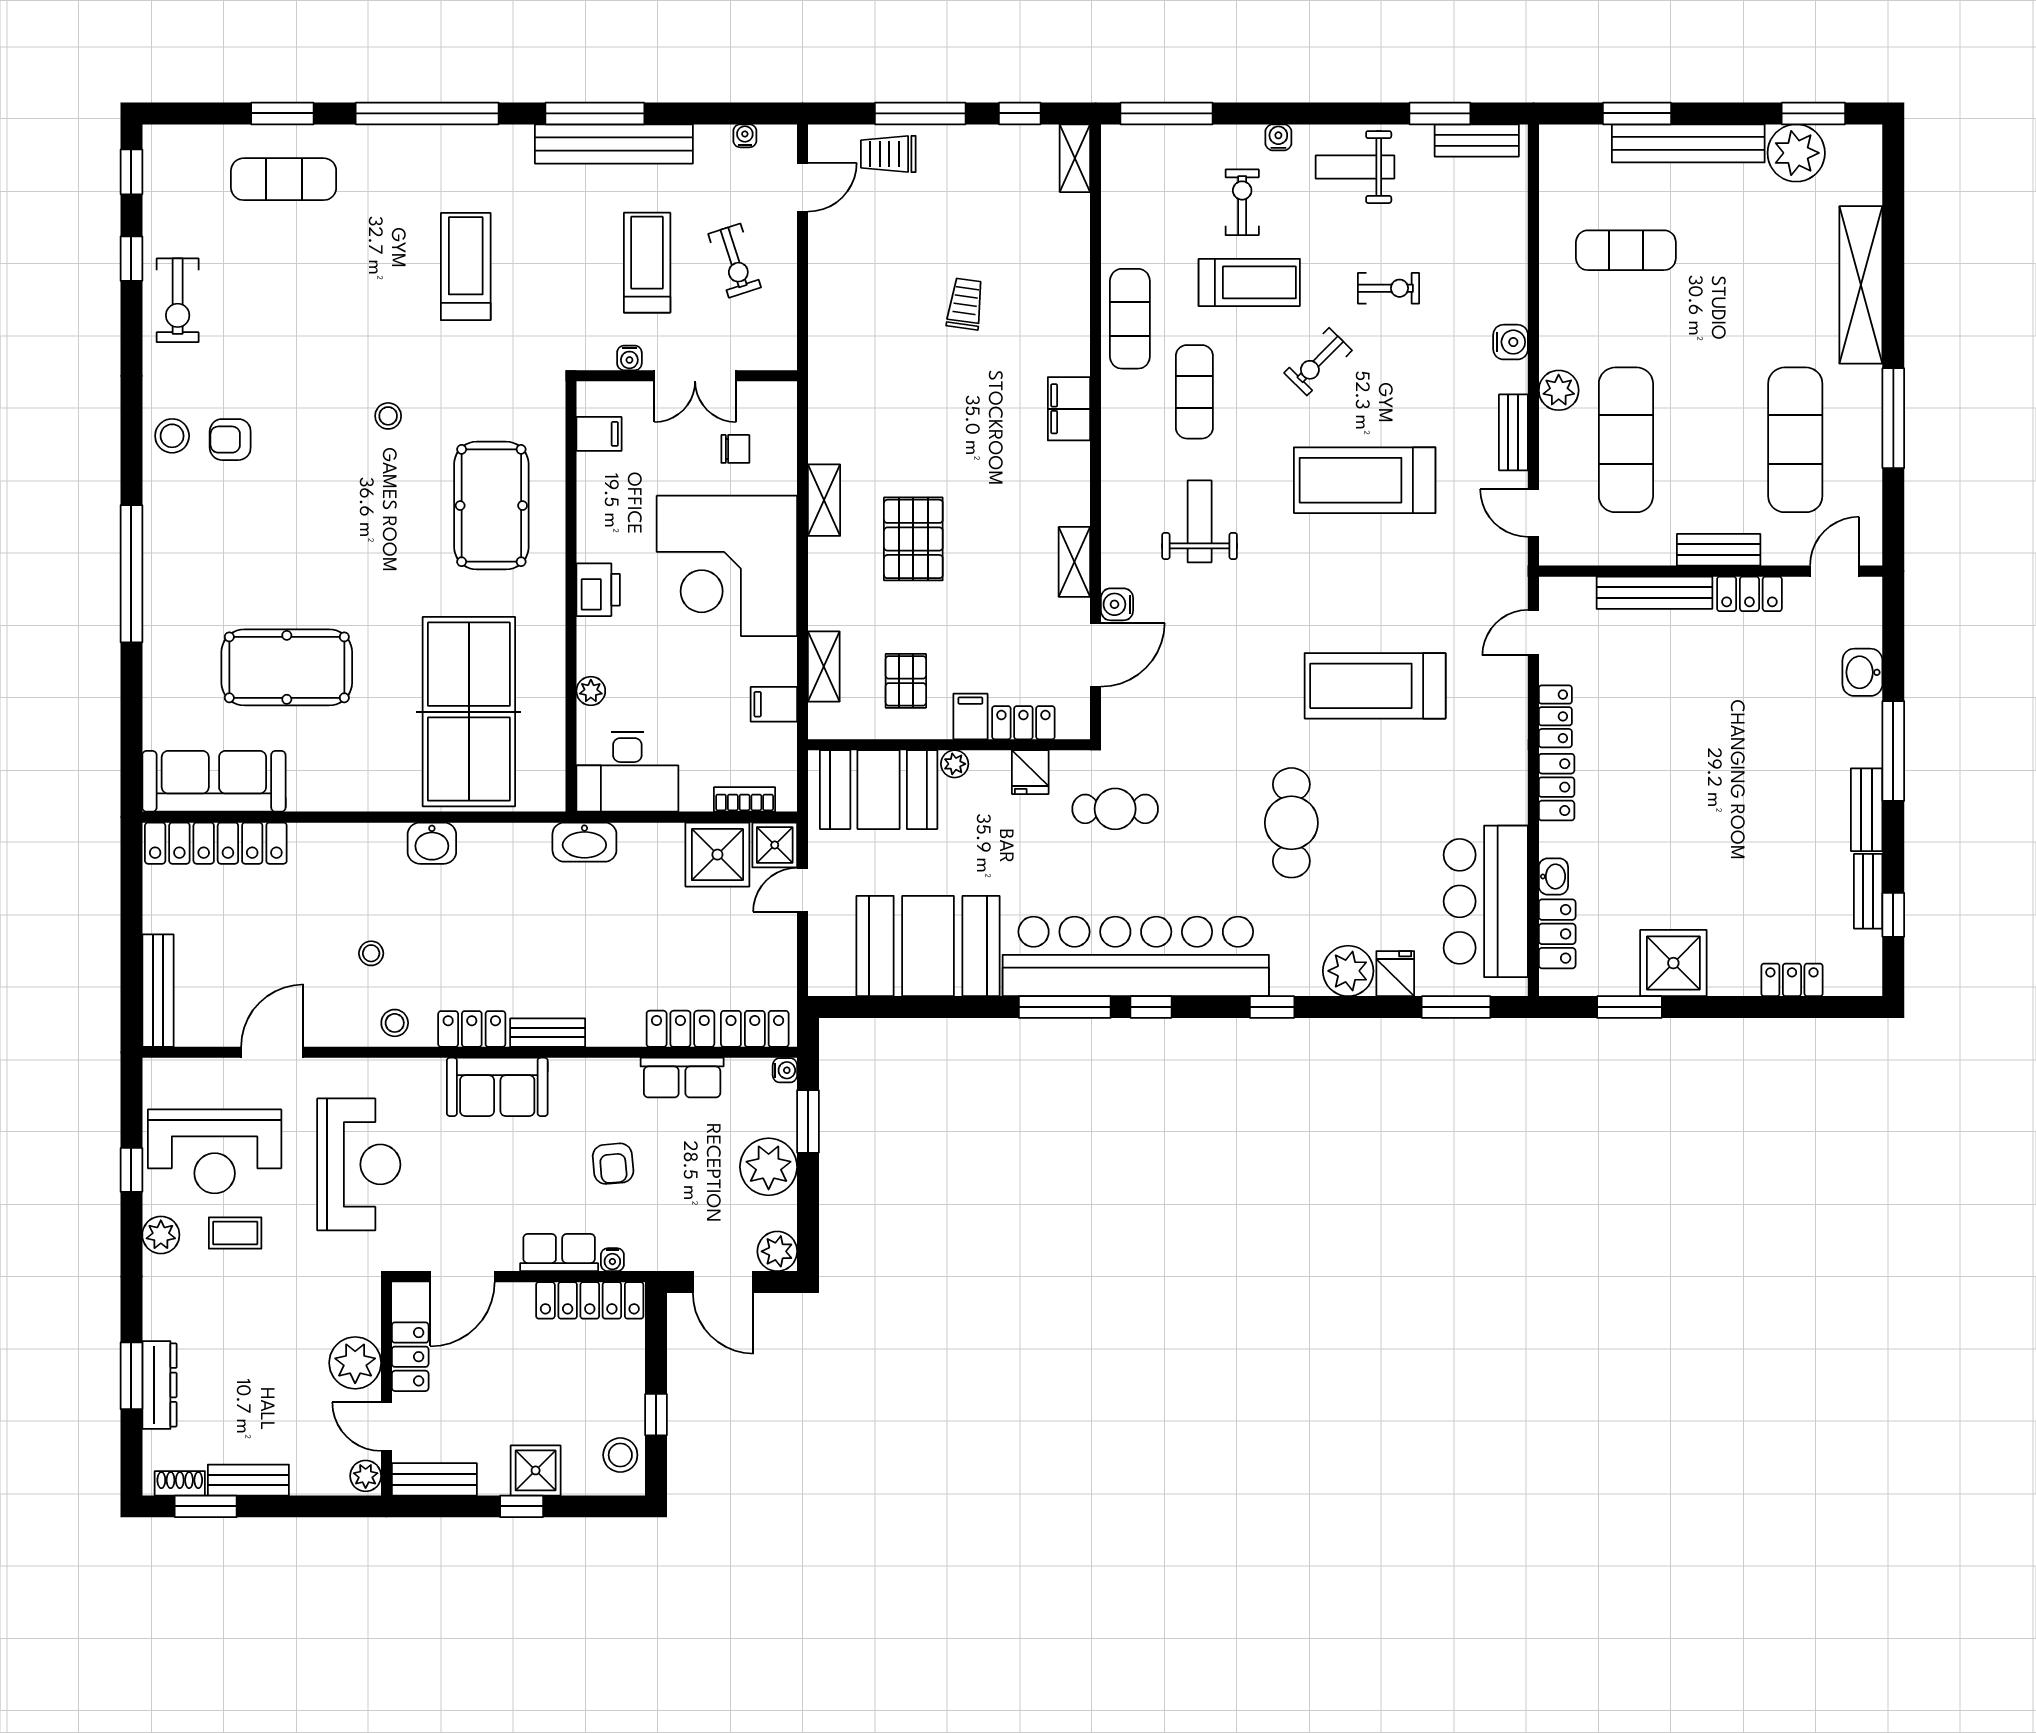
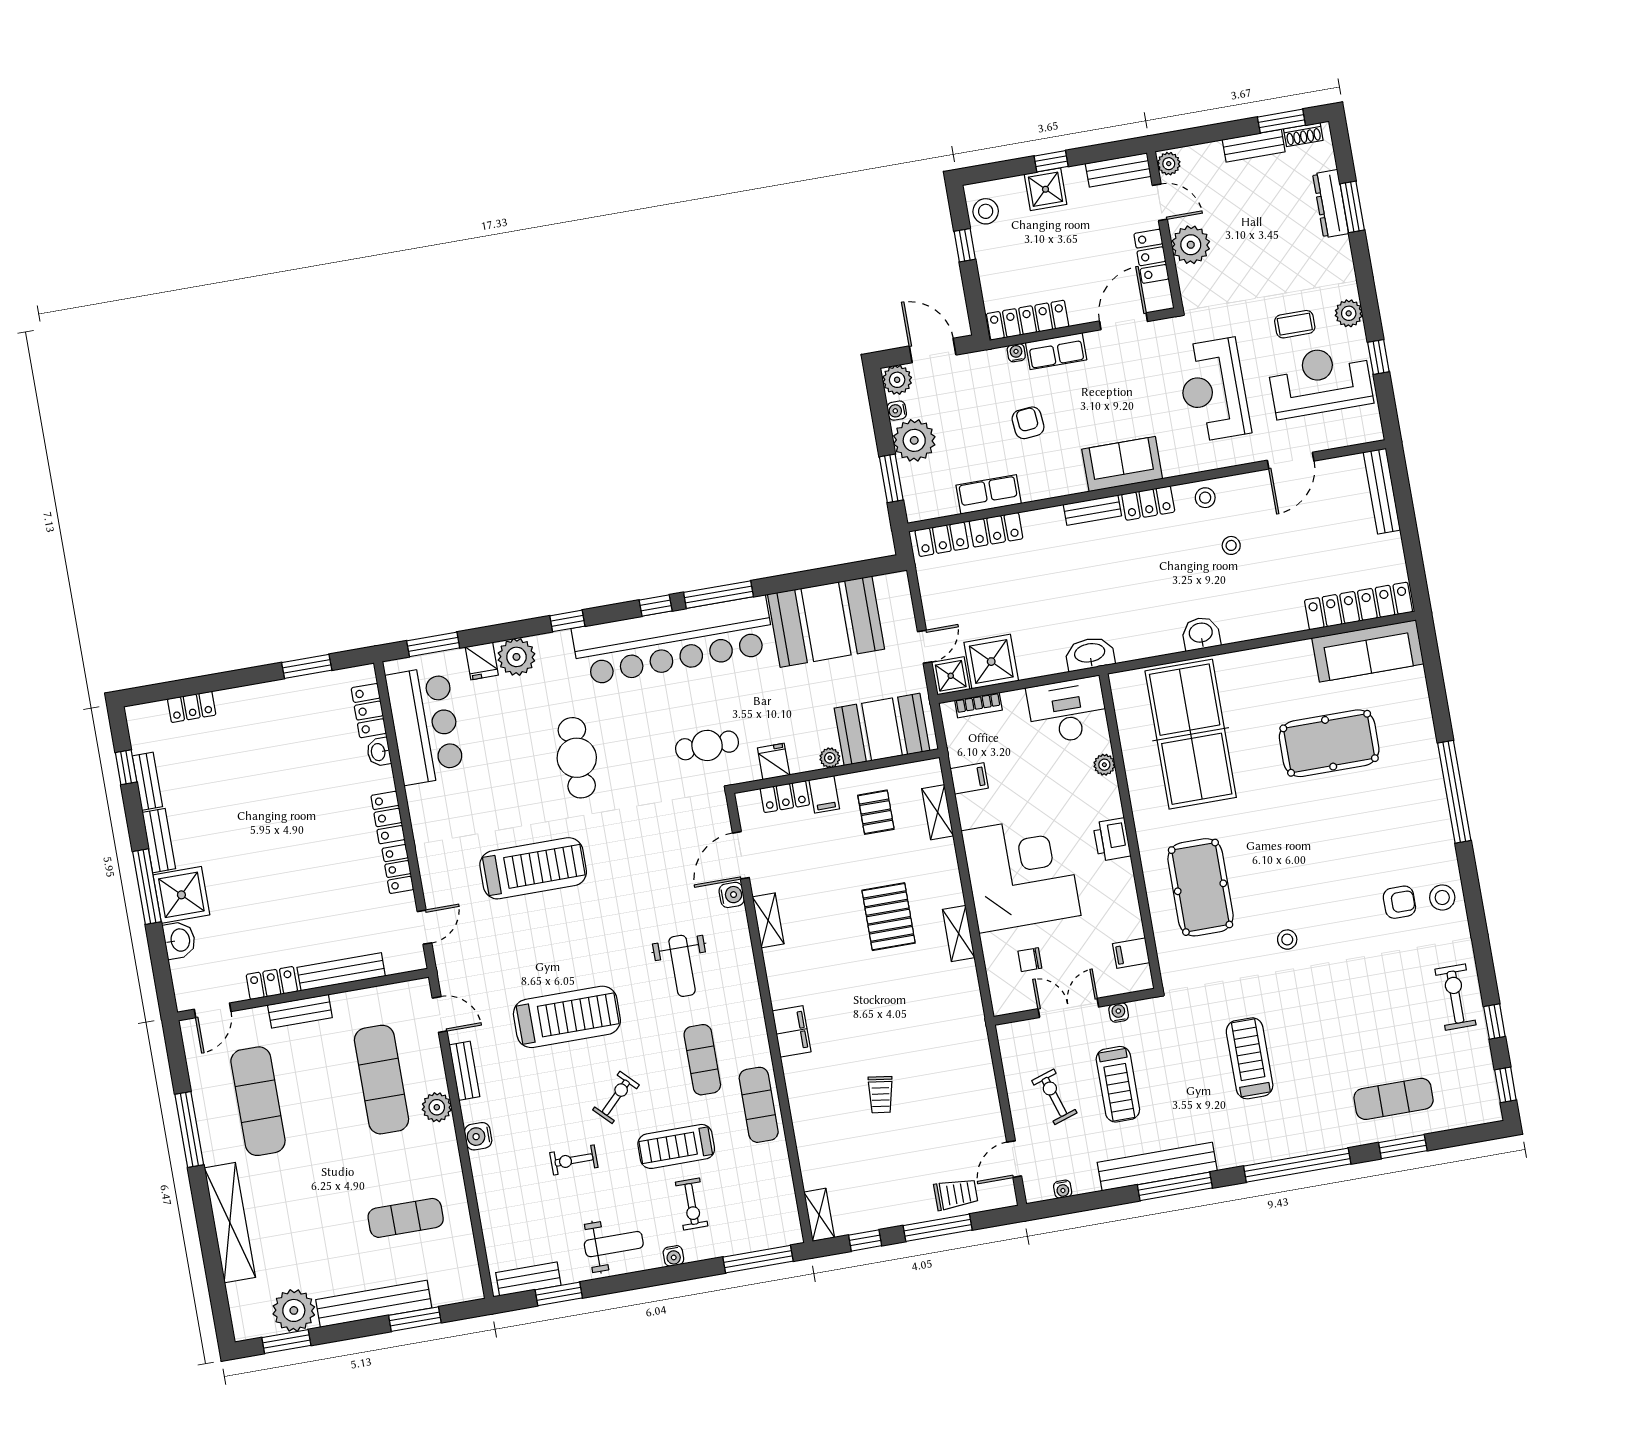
treadmill: (466, 267) -> (1250, 1058), turned 180
shower: (1673, 963) -> (181, 895), moved
water cooler: (785, 1070) -> (897, 411), moved

